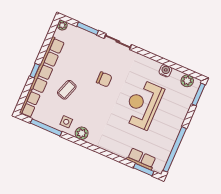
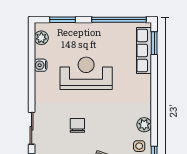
window: (199, 94) -> (62, 20), moved
reception desk: (143, 104) -> (86, 73), turned 180
row of seats: (141, 159) -> (144, 50), width x1.48

